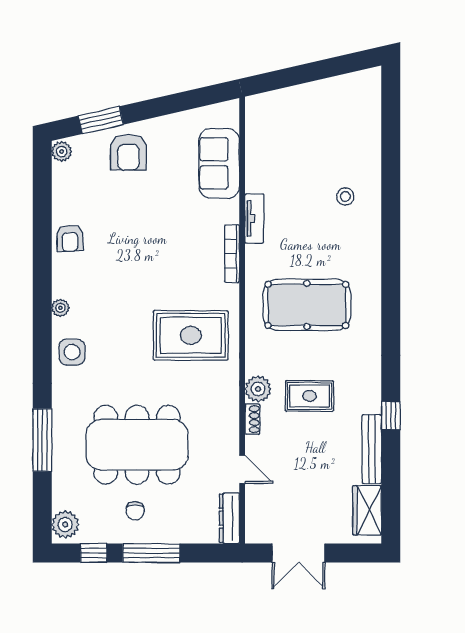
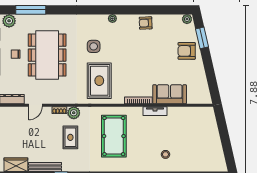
sofa: (219, 163) -> (170, 94), moved
side table: (72, 352) -> (94, 46), moved
window: (42, 440) -> (31, 10), moved

